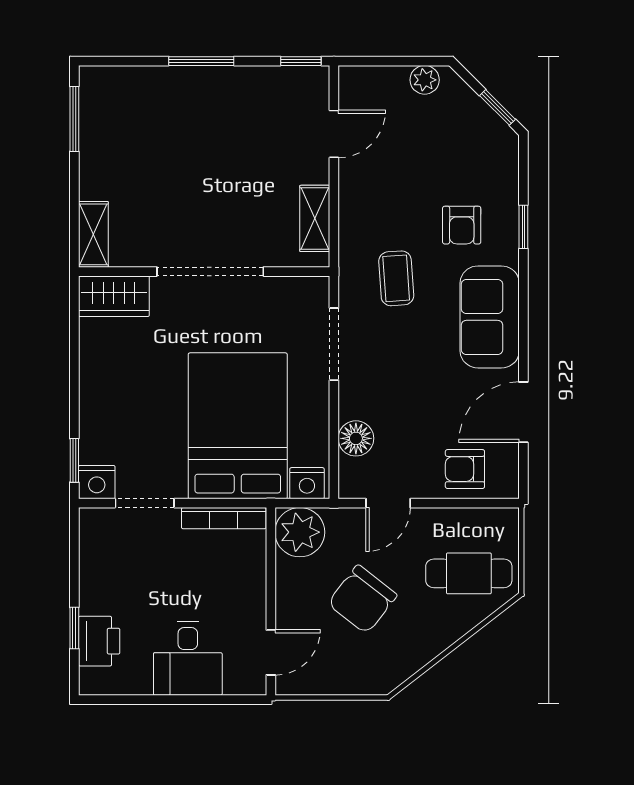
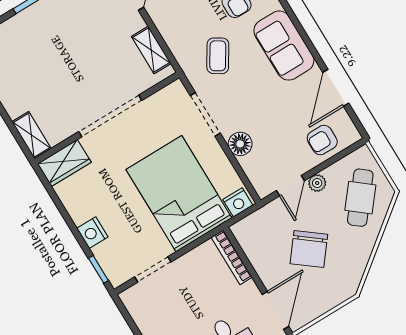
coffee table: (396, 278) -> (218, 56), turned 36
floor lamp: (356, 438) -> (240, 144), moved
nightstand: (97, 482) -> (92, 233), moved, turned 90
bookcase: (224, 518) -> (232, 257), moved, turned 90
plant: (300, 532) -> (317, 183), moved, width x0.53, depth x0.53
cafe table: (469, 573) -> (360, 198), turned -51
door: (271, 652) -> (275, 310), width x1.38

